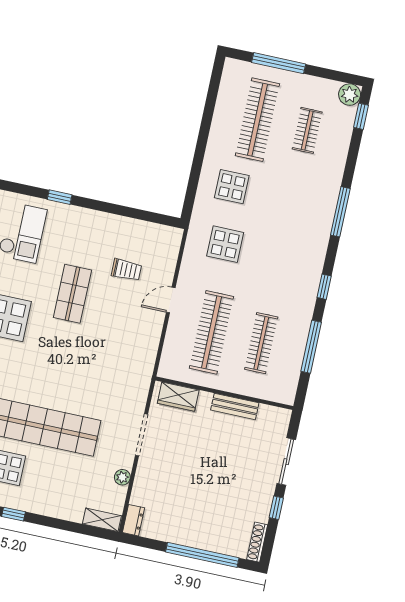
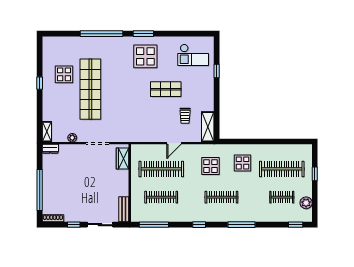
window: (279, 63) -> (315, 174), width x0.46
plant: (350, 95) -> (306, 203), moved
shelving: (155, 234) -> (208, 127), added
clothes rail: (284, 237) -> (221, 197), added
door: (171, 300) -> (174, 143), swing flipped
window: (311, 347) -> (154, 225), moved
bench: (235, 406) -> (124, 209), moved

